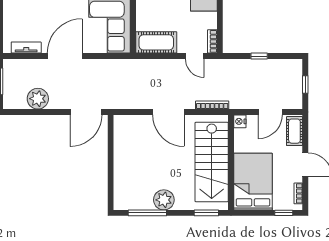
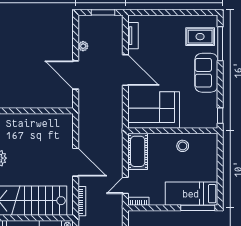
plant: (38, 99) -> (83, 46), width x0.53, depth x0.53
door: (86, 112) -> (76, 75), moved
door: (168, 112) -> (76, 162), swing flipped

